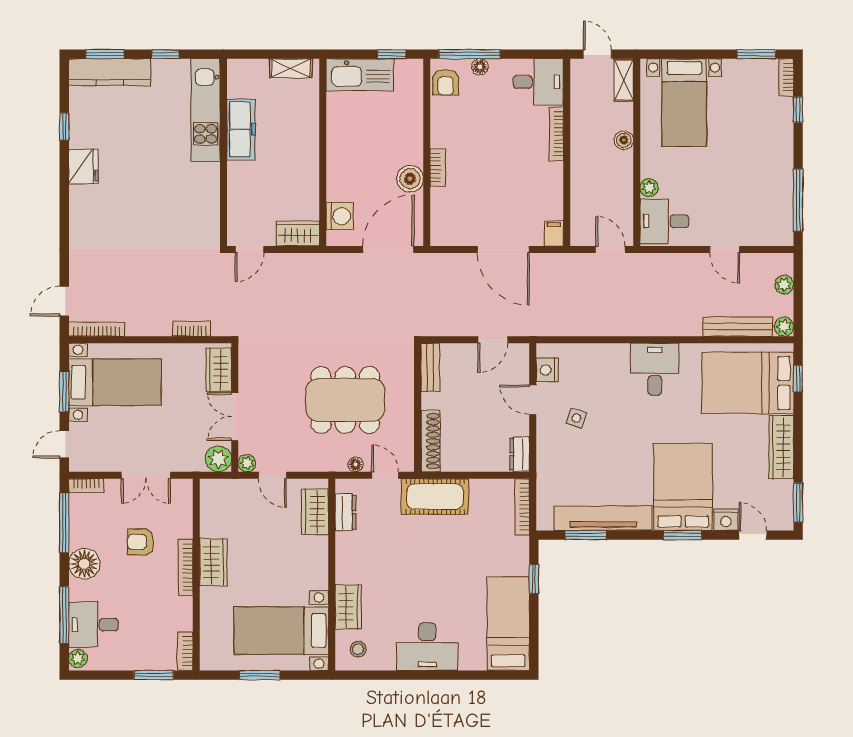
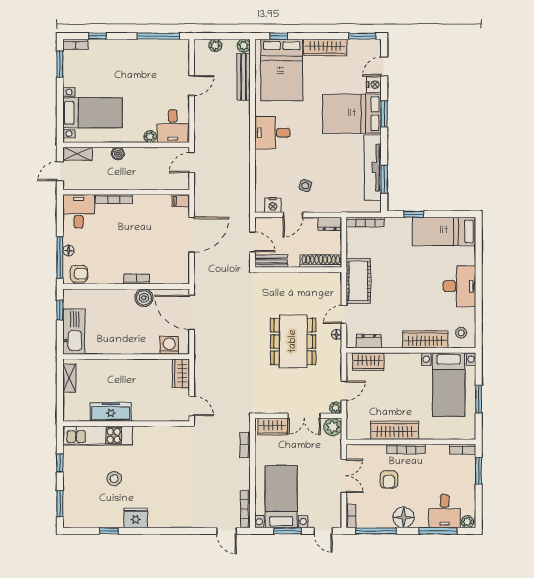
kitchen counter: (110, 72) -> (72, 500), removed
stool: (142, 135) -> (114, 479), added
bench: (430, 367) -> (271, 261), moved
wall: (418, 407) -> (298, 270), moved
shoe rack: (431, 441) -> (321, 261), moved
wardrobe: (213, 562) -> (394, 430), width x1.50
wardrobe: (348, 607) -> (425, 339), width x1.50

